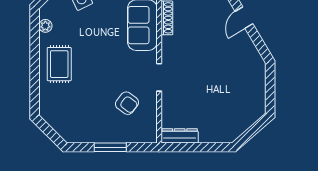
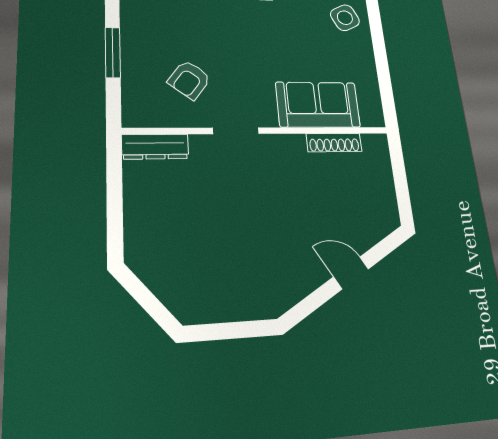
dresser: (180, 136) -> (155, 147), moved, turned 90

